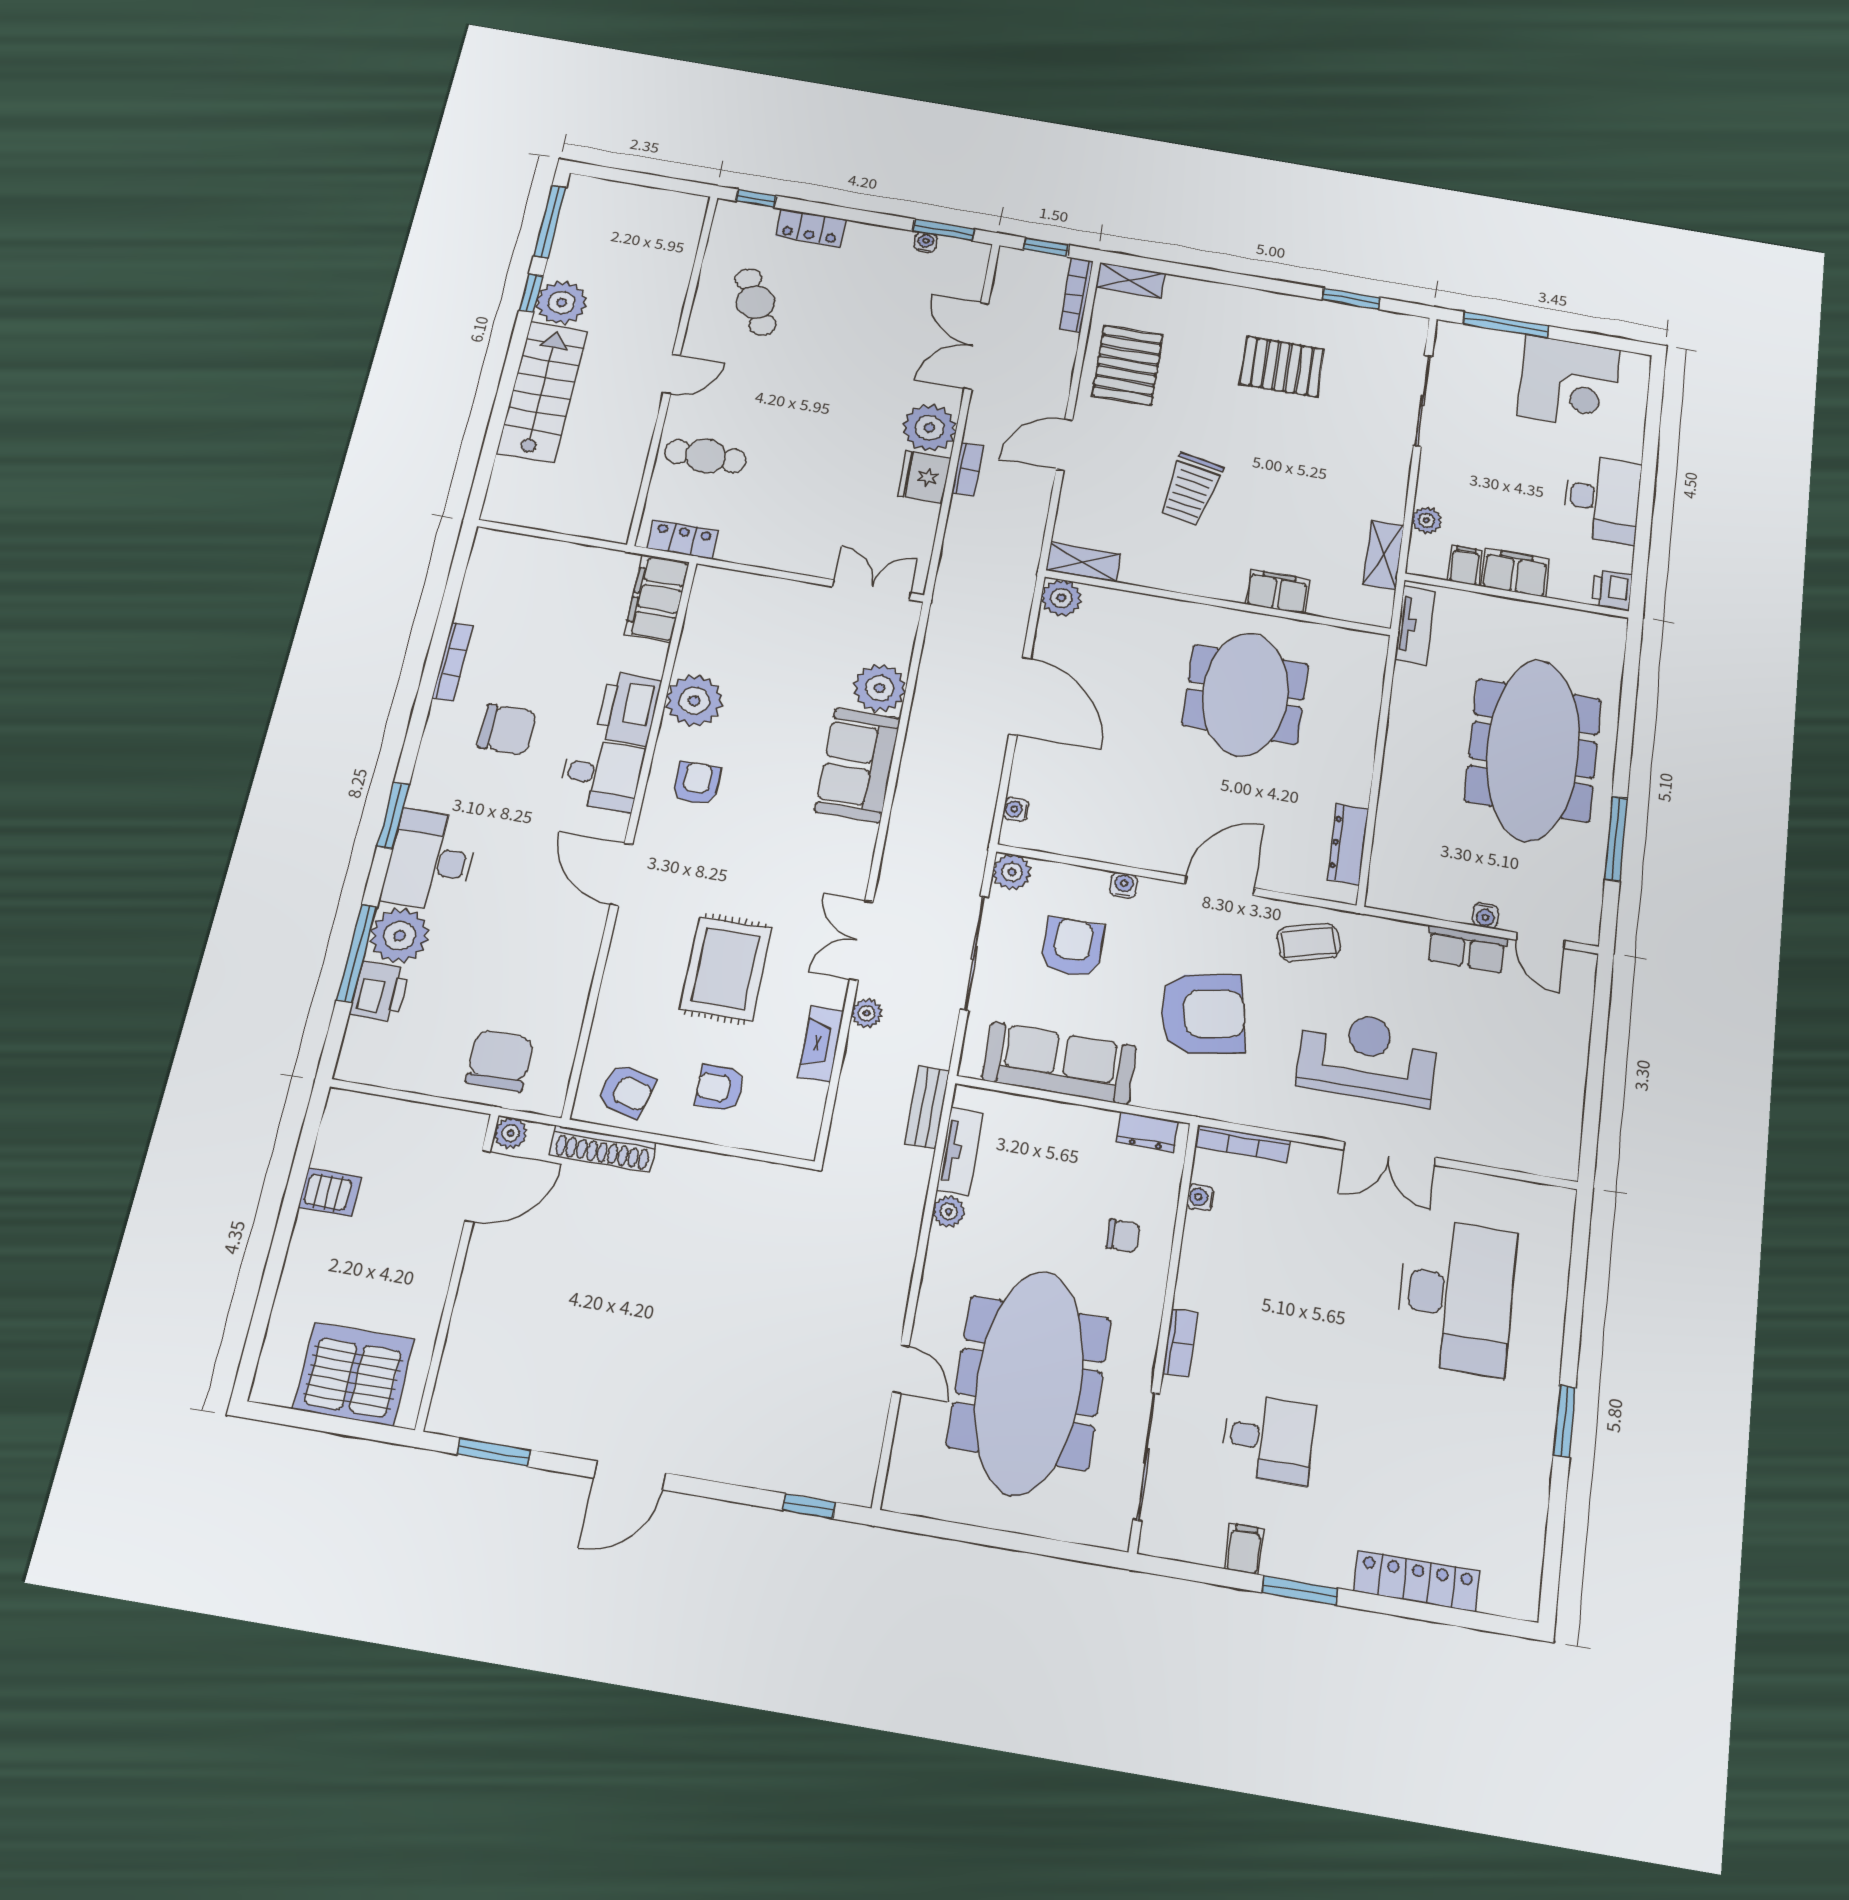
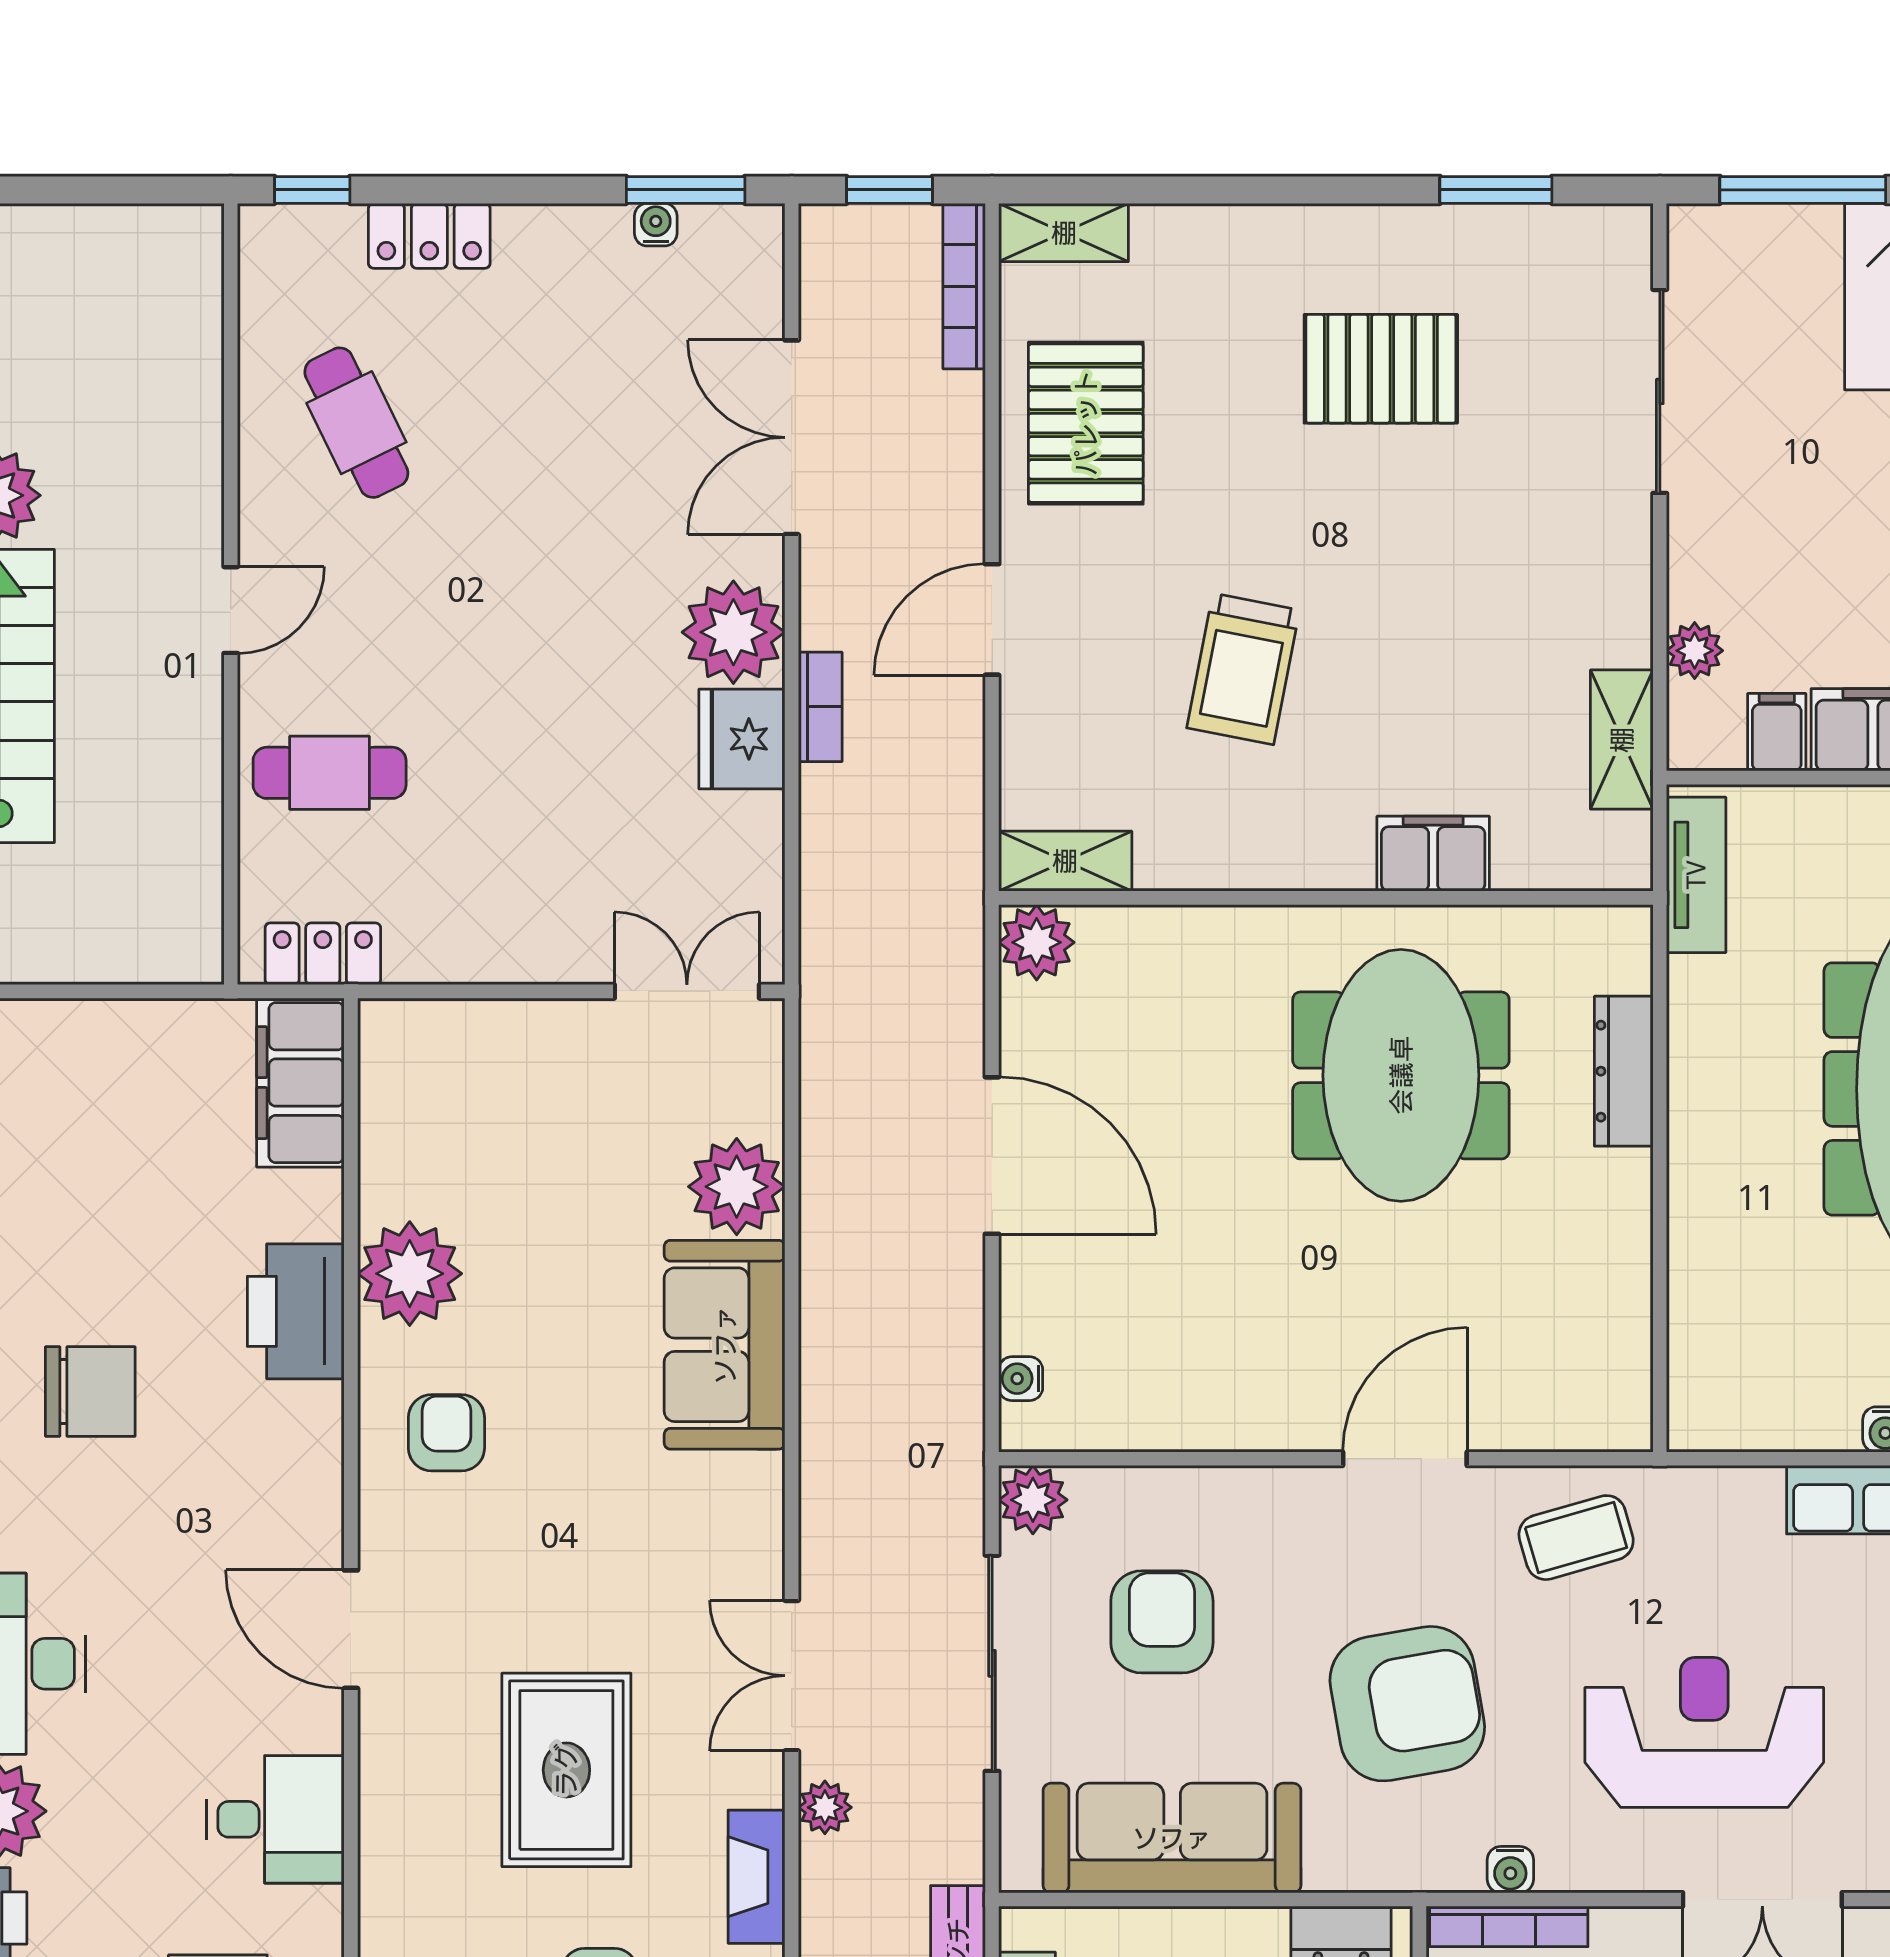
desk: (601, 775) -> (276, 1819), moved
dresser: (1348, 844) -> (1624, 1071), moved
water cooler: (1124, 885) -> (1510, 1870), moved, turned 180

